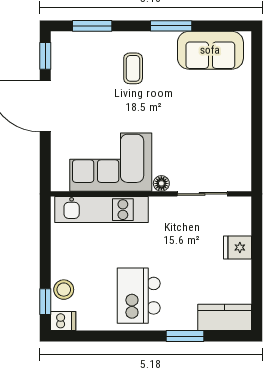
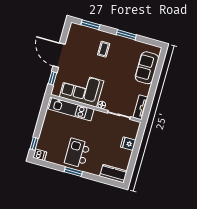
sofa: (210, 50) -> (147, 68), moved, turned 90
window: (45, 56) -> (52, 78), moved
tv unit: (242, 166) -> (140, 107), added
stool: (64, 290) -> (44, 141), removed
window: (185, 336) -> (73, 172), moved

